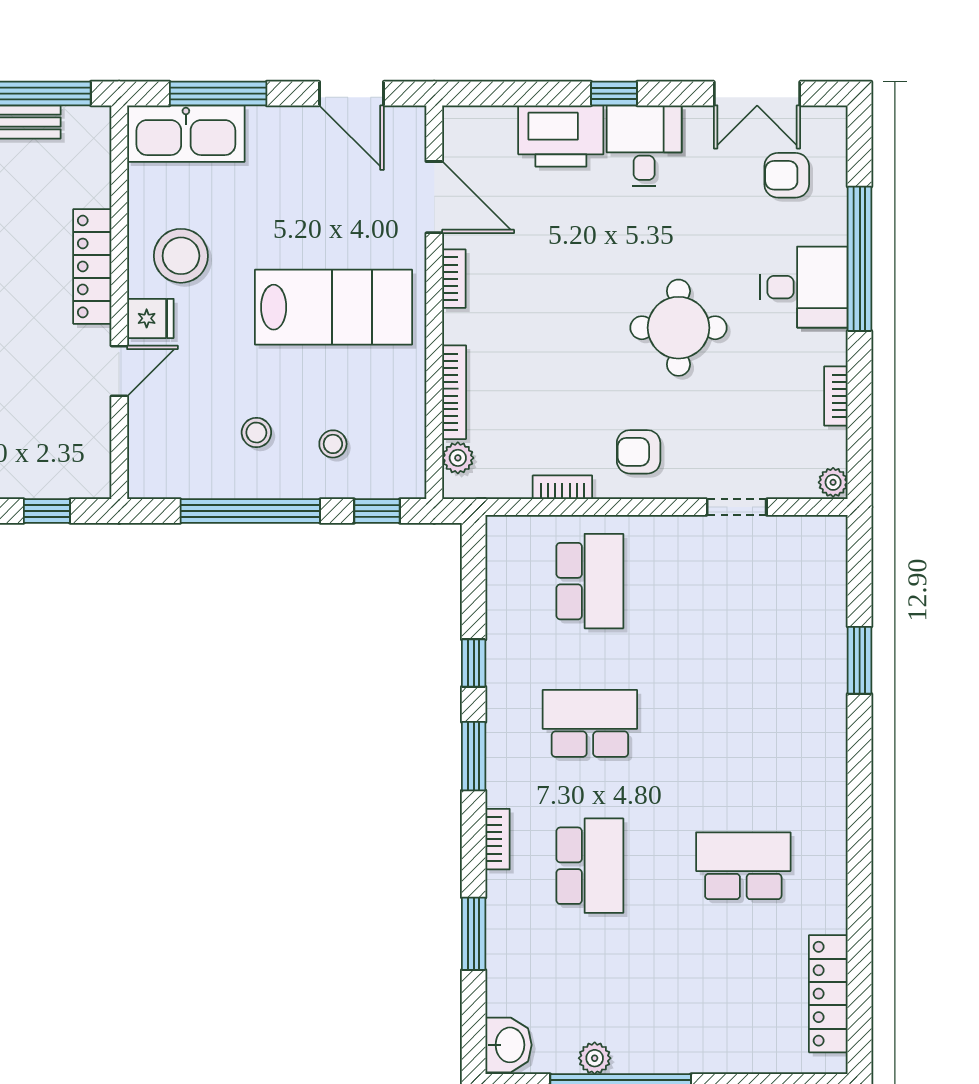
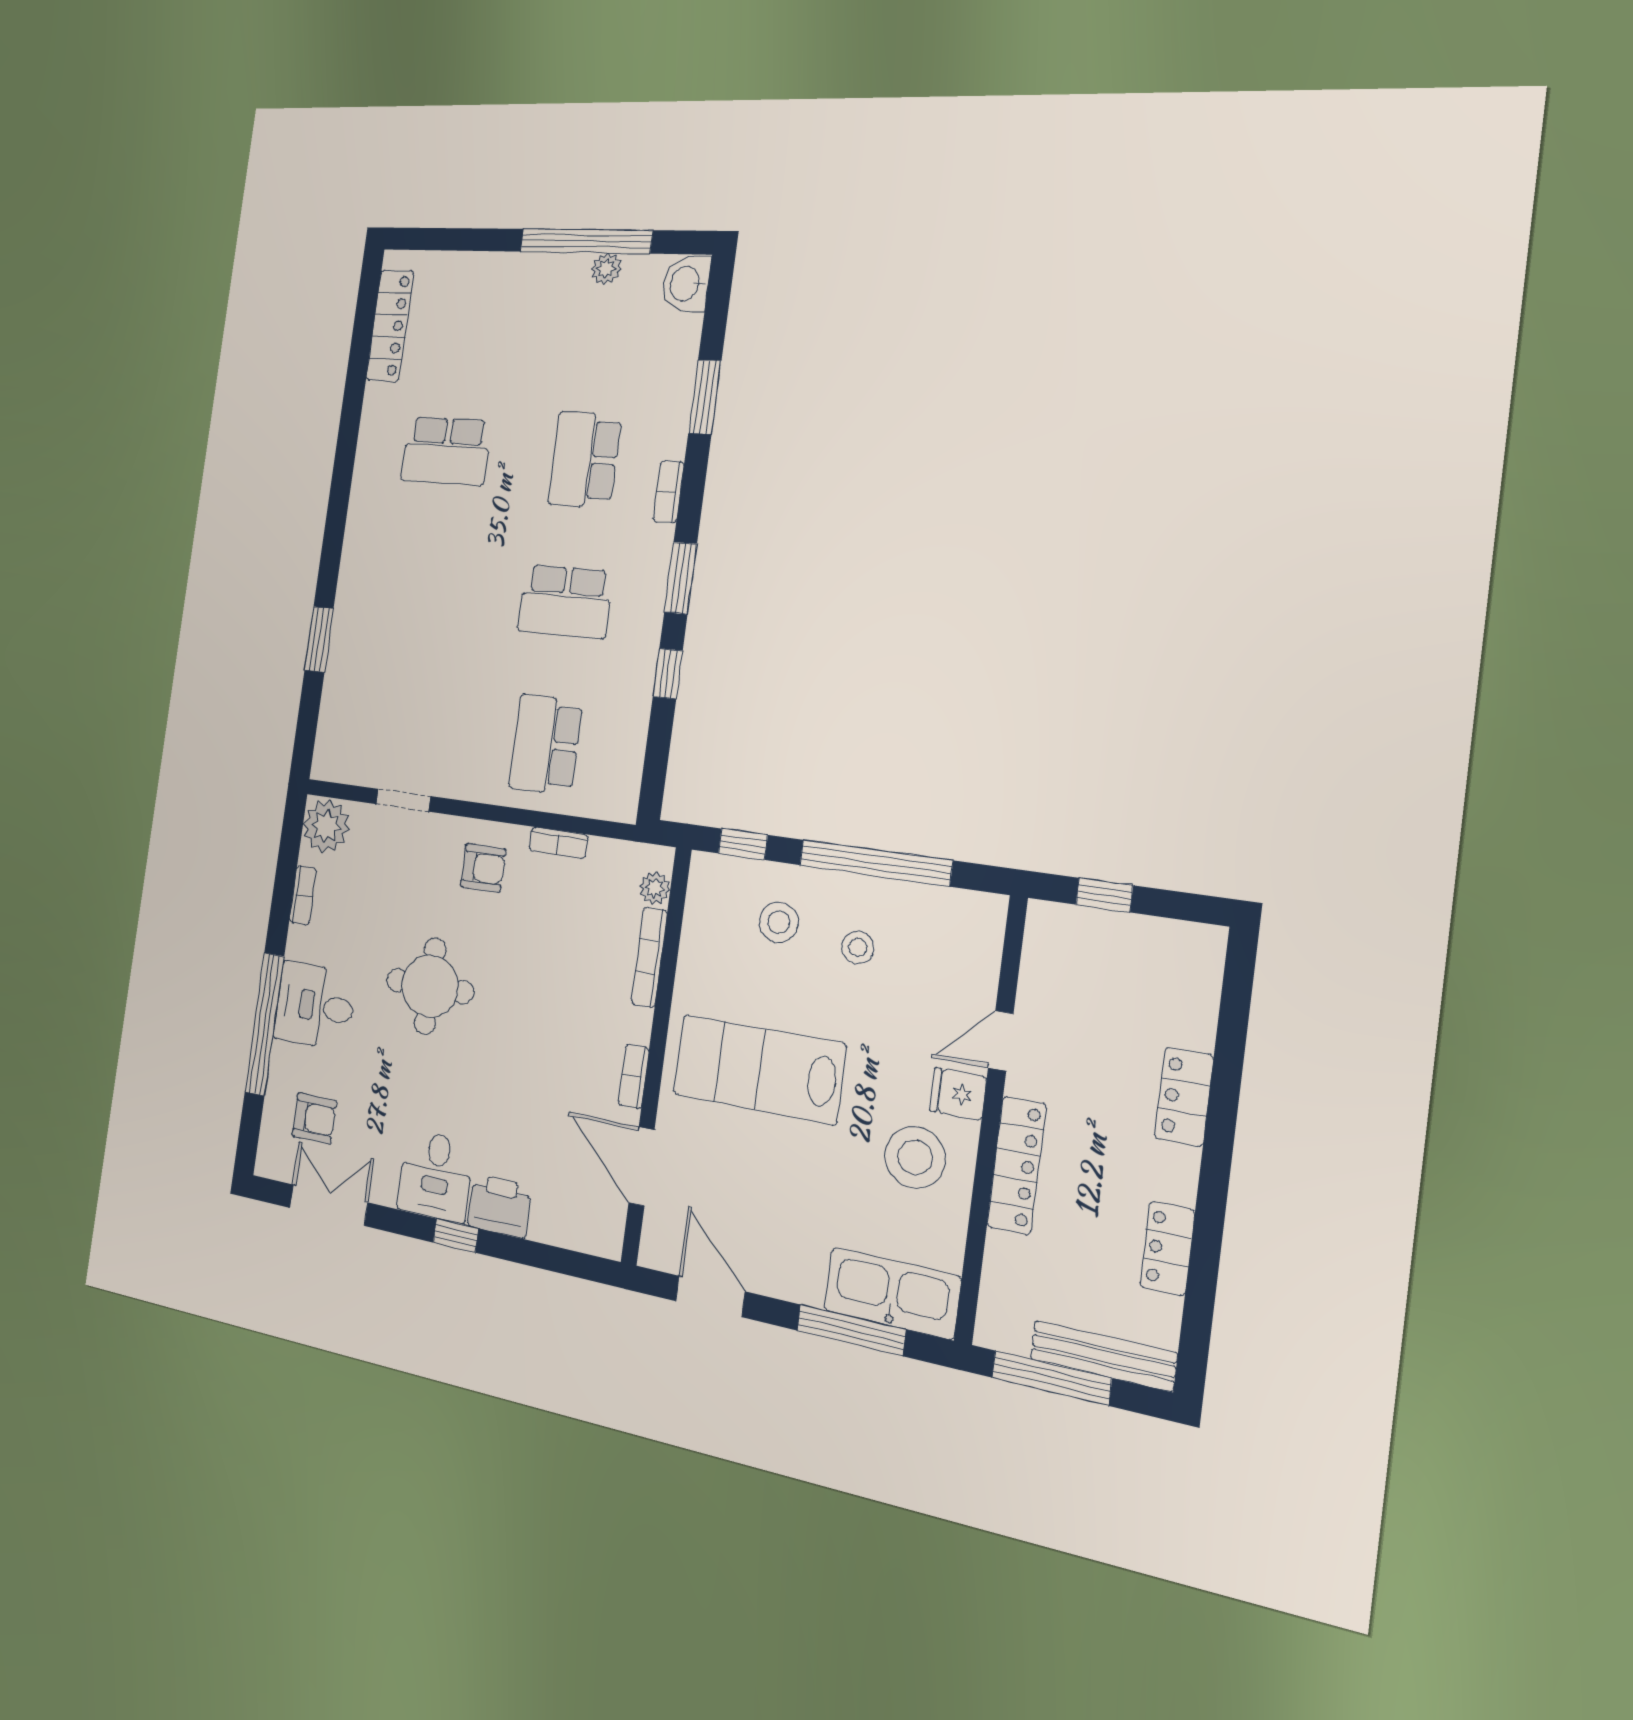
printer: (561, 136) -> (499, 1206), width x0.73, depth x0.84
stool: (333, 444) -> (779, 922), width x1.37, depth x1.37
plant: (833, 482) -> (326, 826), width x1.88, depth x1.88

